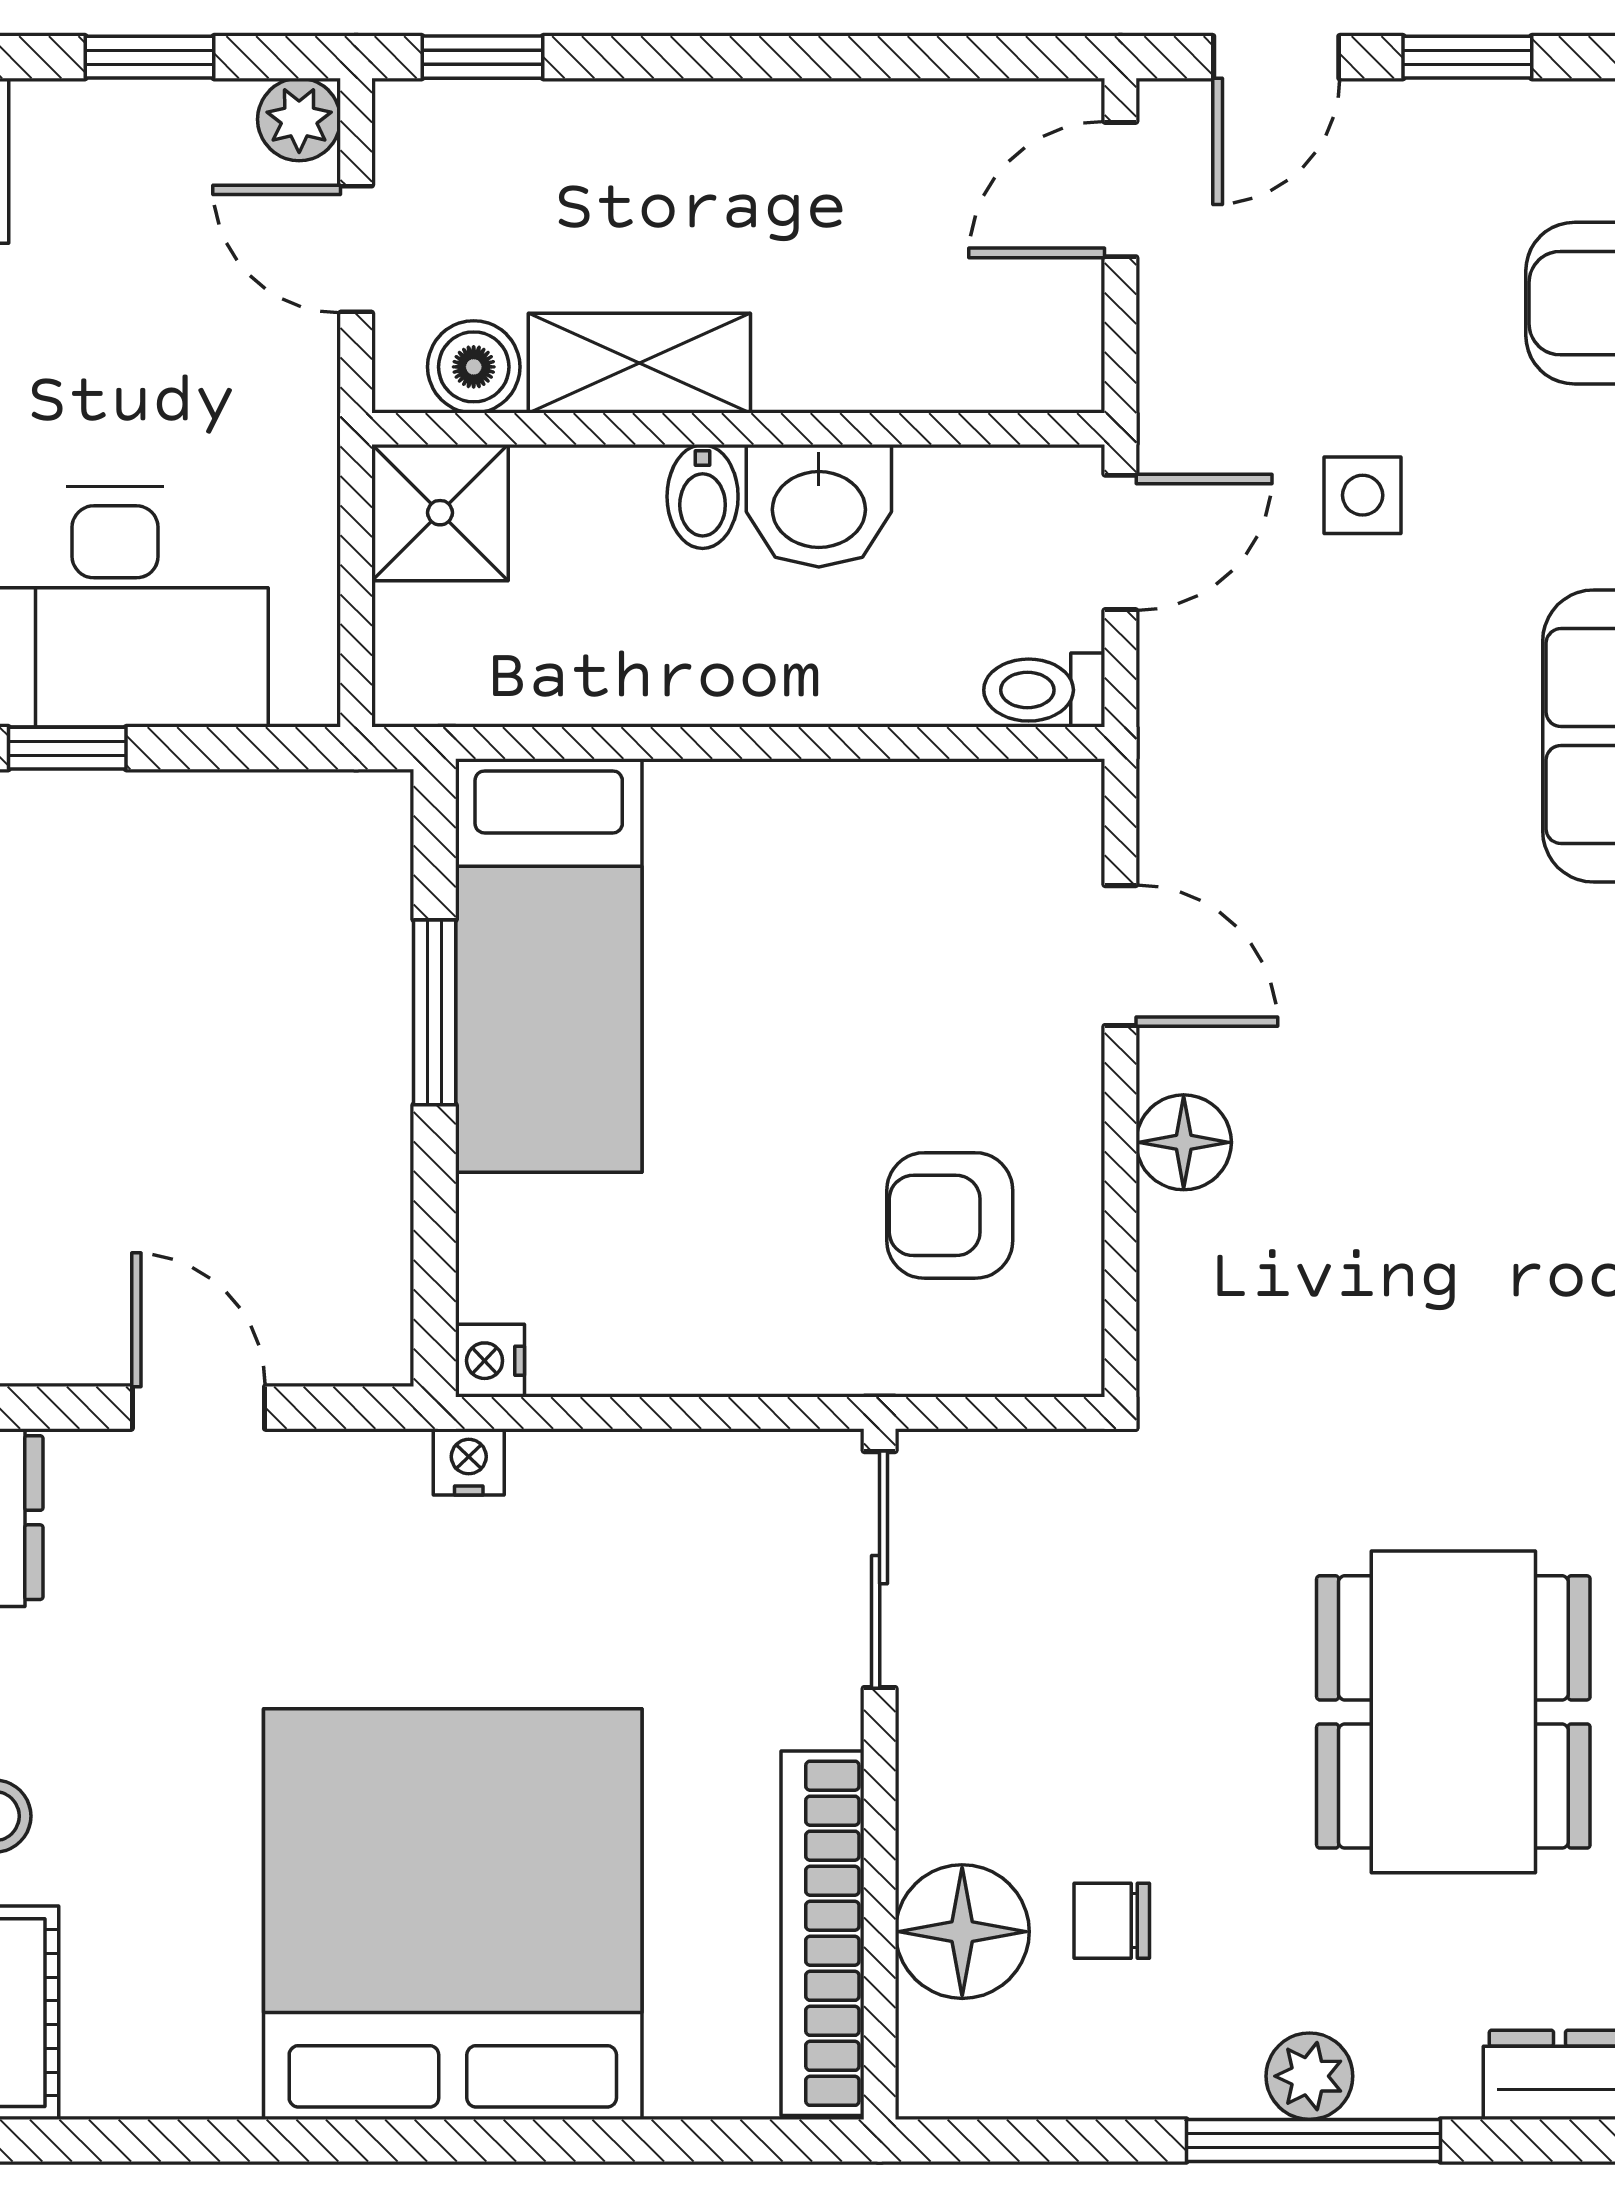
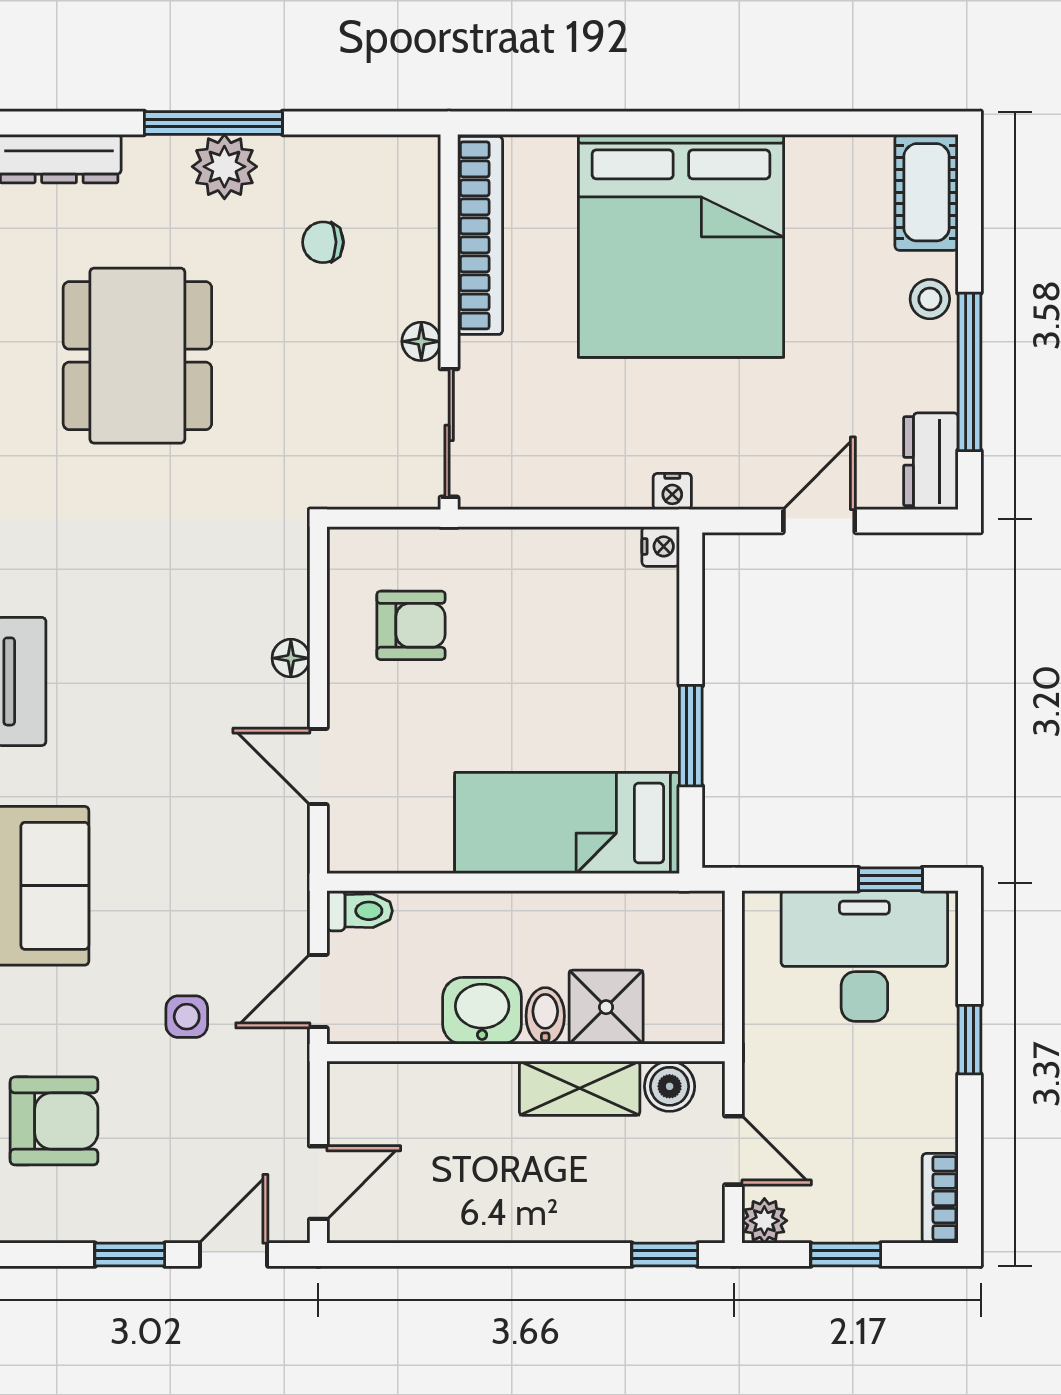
shower: (440, 513) -> (606, 1007), moved
bed: (549, 965) -> (567, 823), moved, turned -90
floor lamp: (1184, 1142) -> (291, 658), width x0.73, depth x0.73
door: (198, 1408) -> (819, 521), swing flipped
chair: (1112, 1921) -> (323, 242), turned 180
floor lamp: (962, 1932) -> (421, 341), moved, width x0.53, depth x0.53
plant: (1309, 2076) -> (224, 167), width x1.38, depth x1.38

